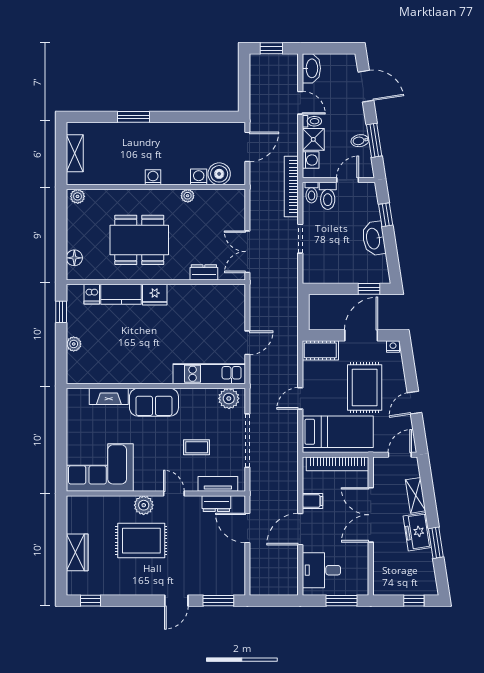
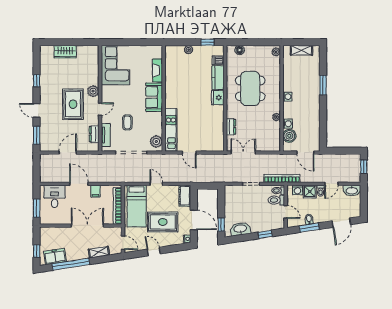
washbasin: (374, 239) -> (240, 229), moved
door: (247, 528) -> (68, 153), moved
freezer: (417, 532) -> (55, 257), moved
rug: (141, 541) -> (73, 104), moved
window: (436, 543) -> (71, 264), width x2.11
window: (91, 601) -> (37, 81), moved

